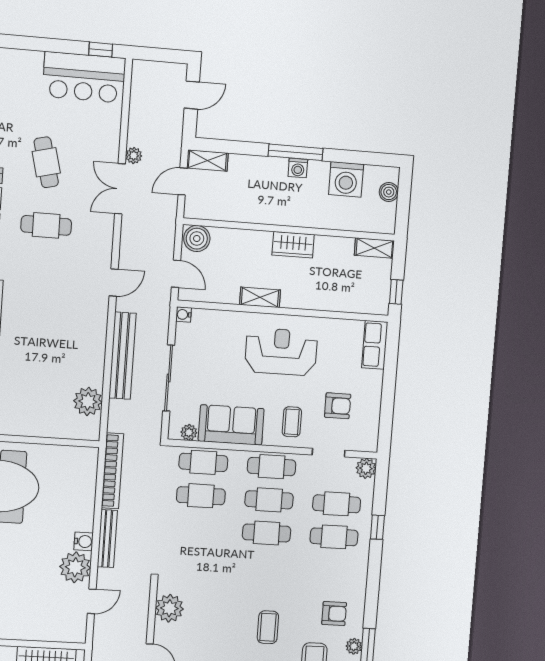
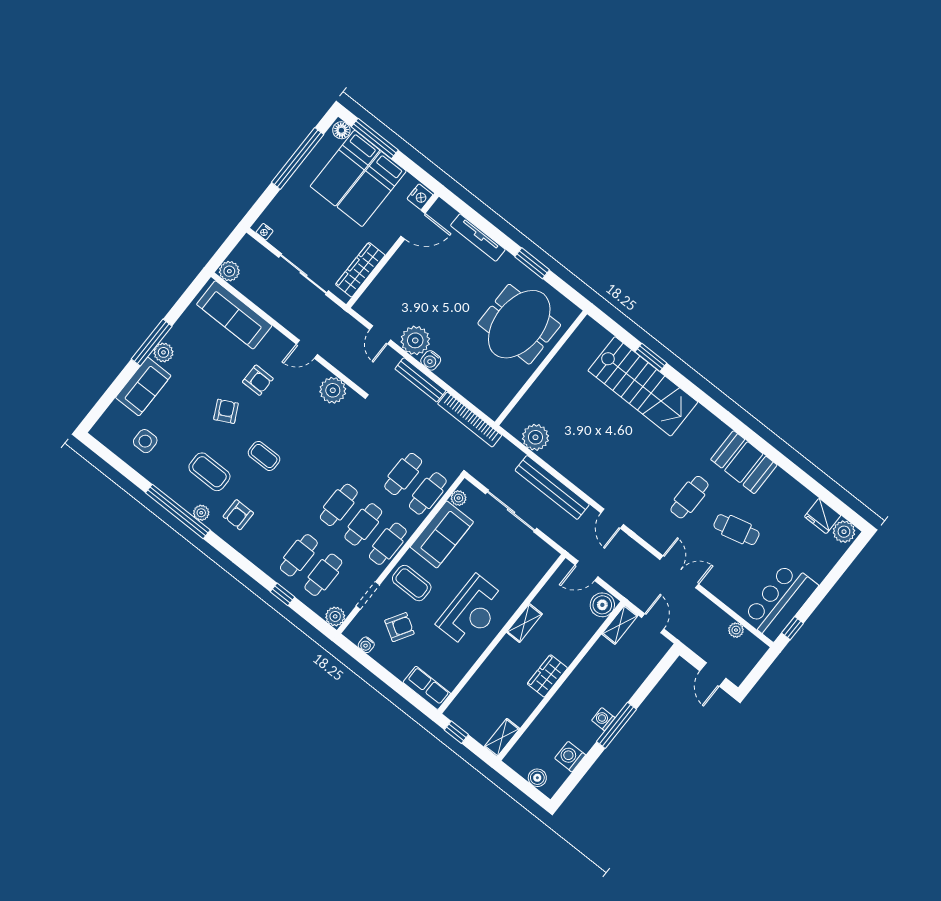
plant: (134, 155) -> (736, 630), moved
shelving: (207, 160) -> (620, 625), moved
washing machine: (346, 179) -> (570, 757), width x0.73, depth x0.73
water cooler: (184, 315) -> (366, 645), moved, turned 180
armchair: (338, 406) -> (399, 627), turned -149
coffee table: (292, 422) -> (412, 583), width x1.36, depth x1.30

